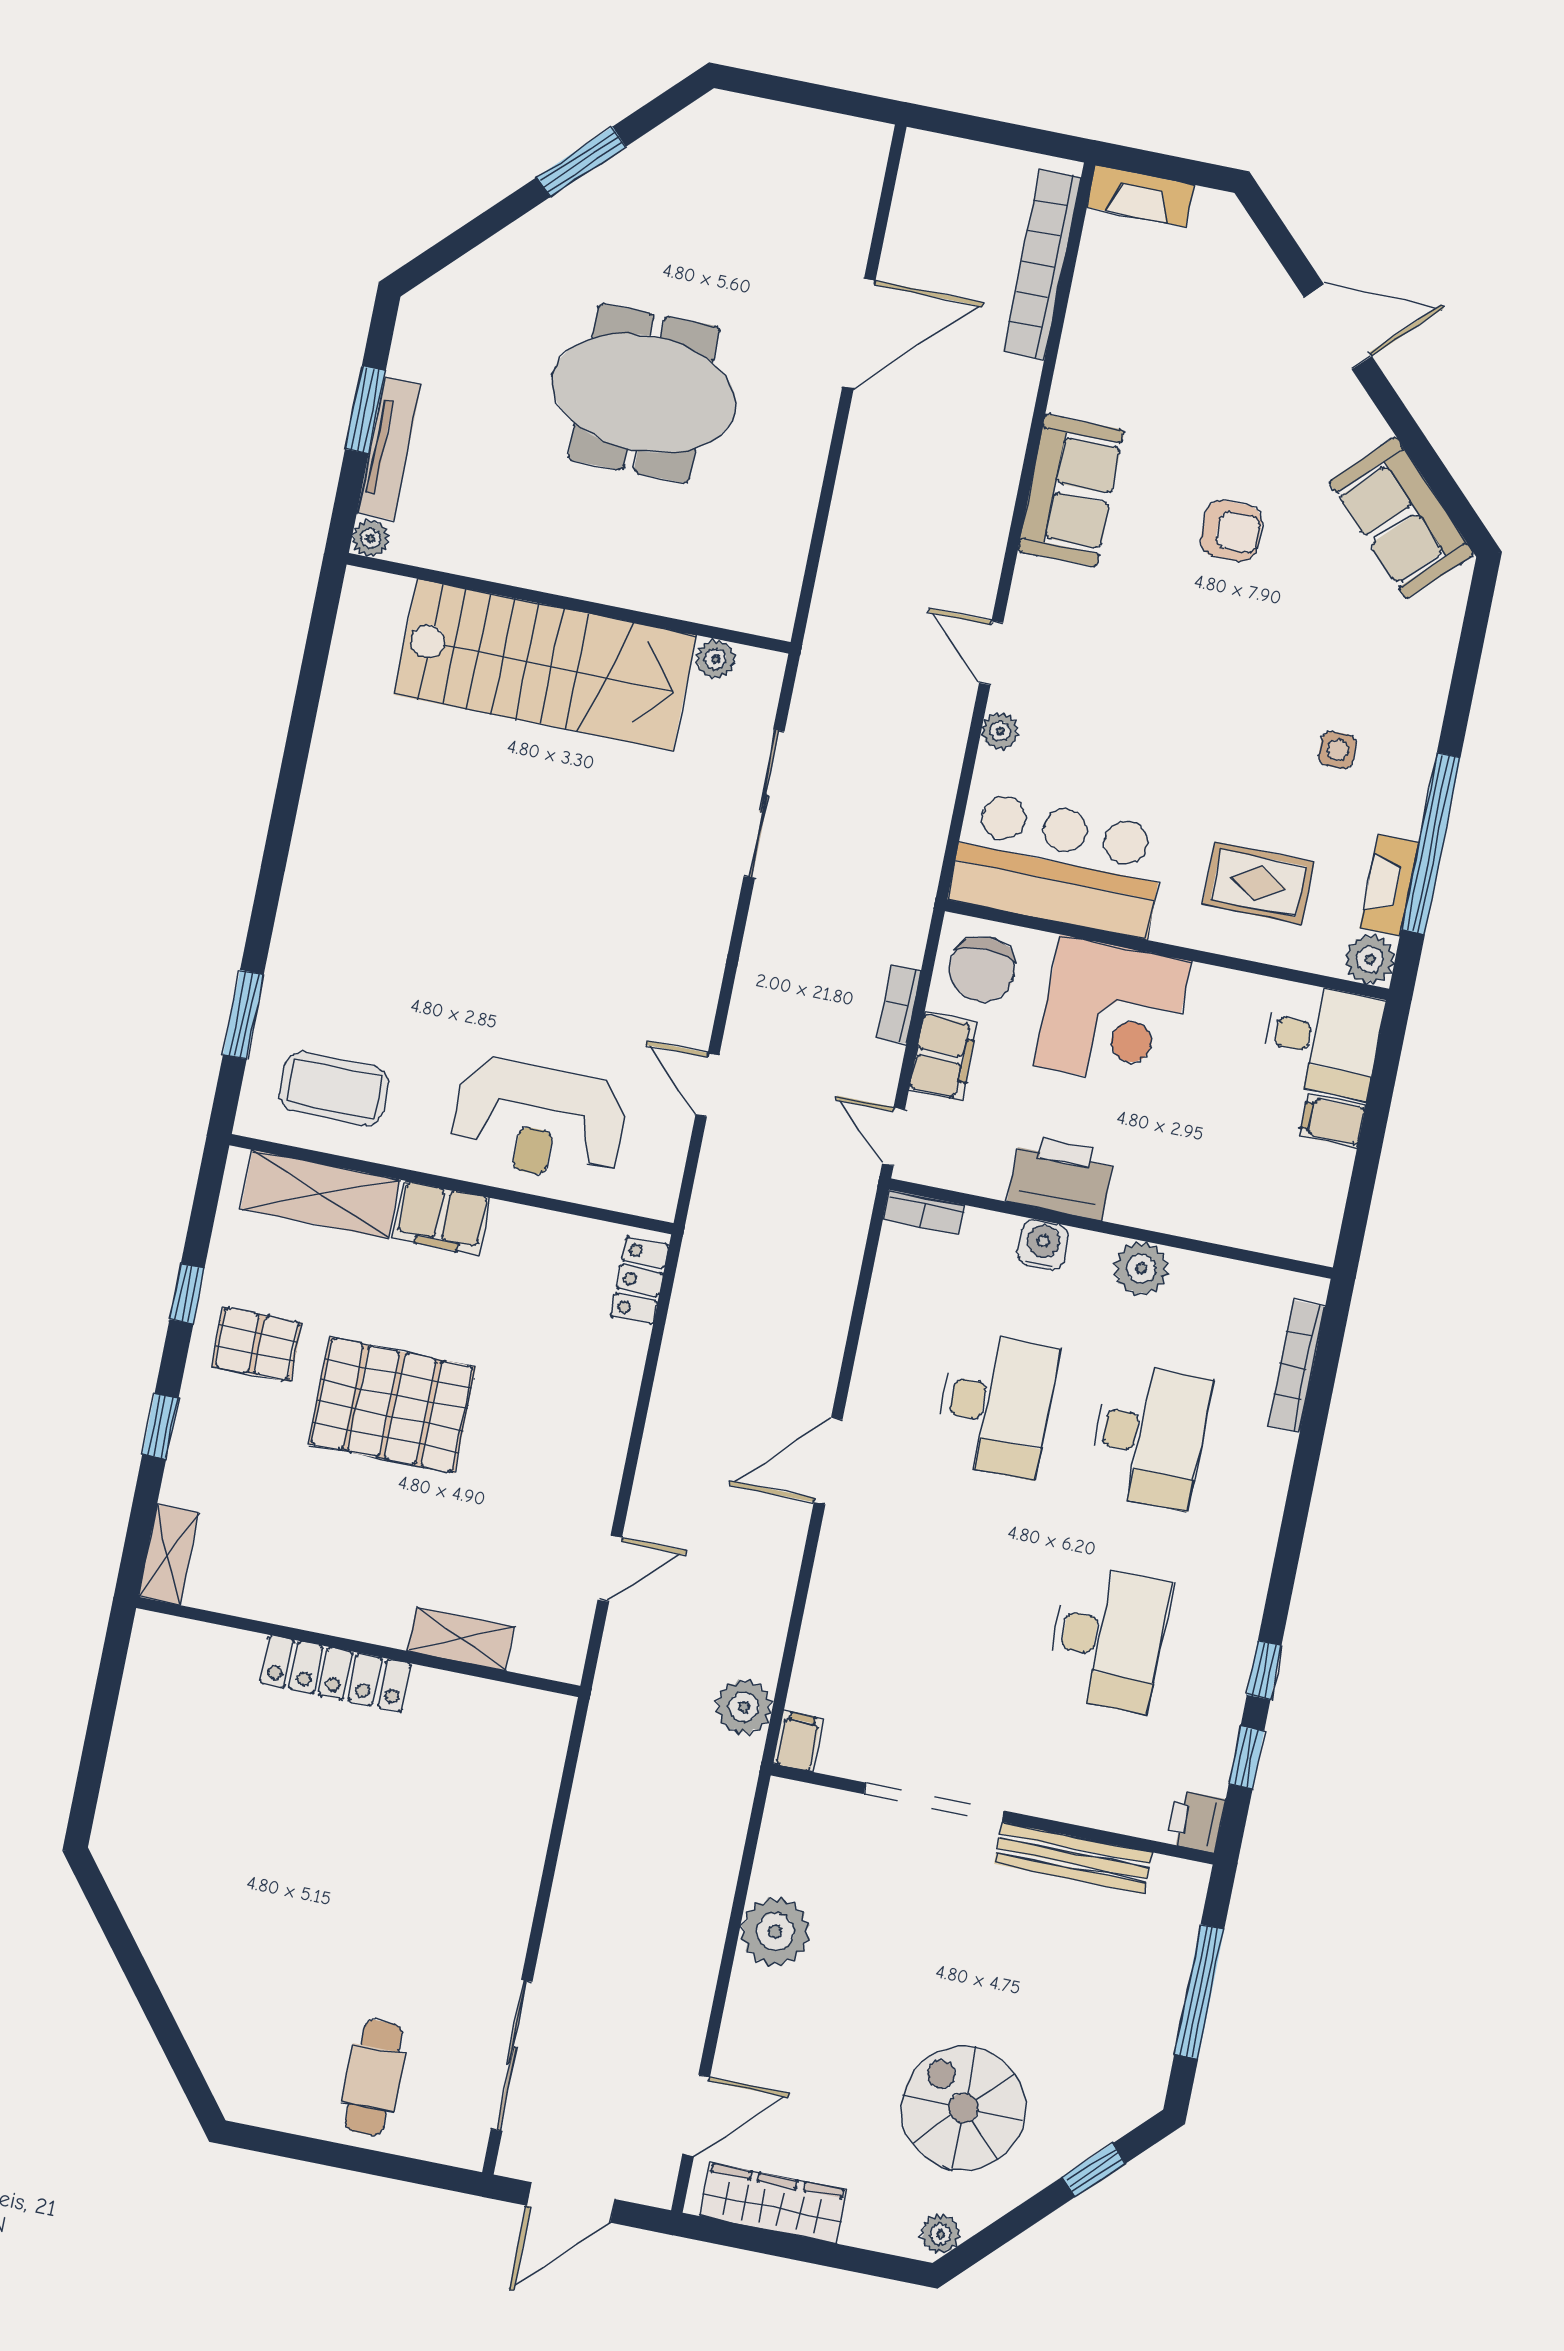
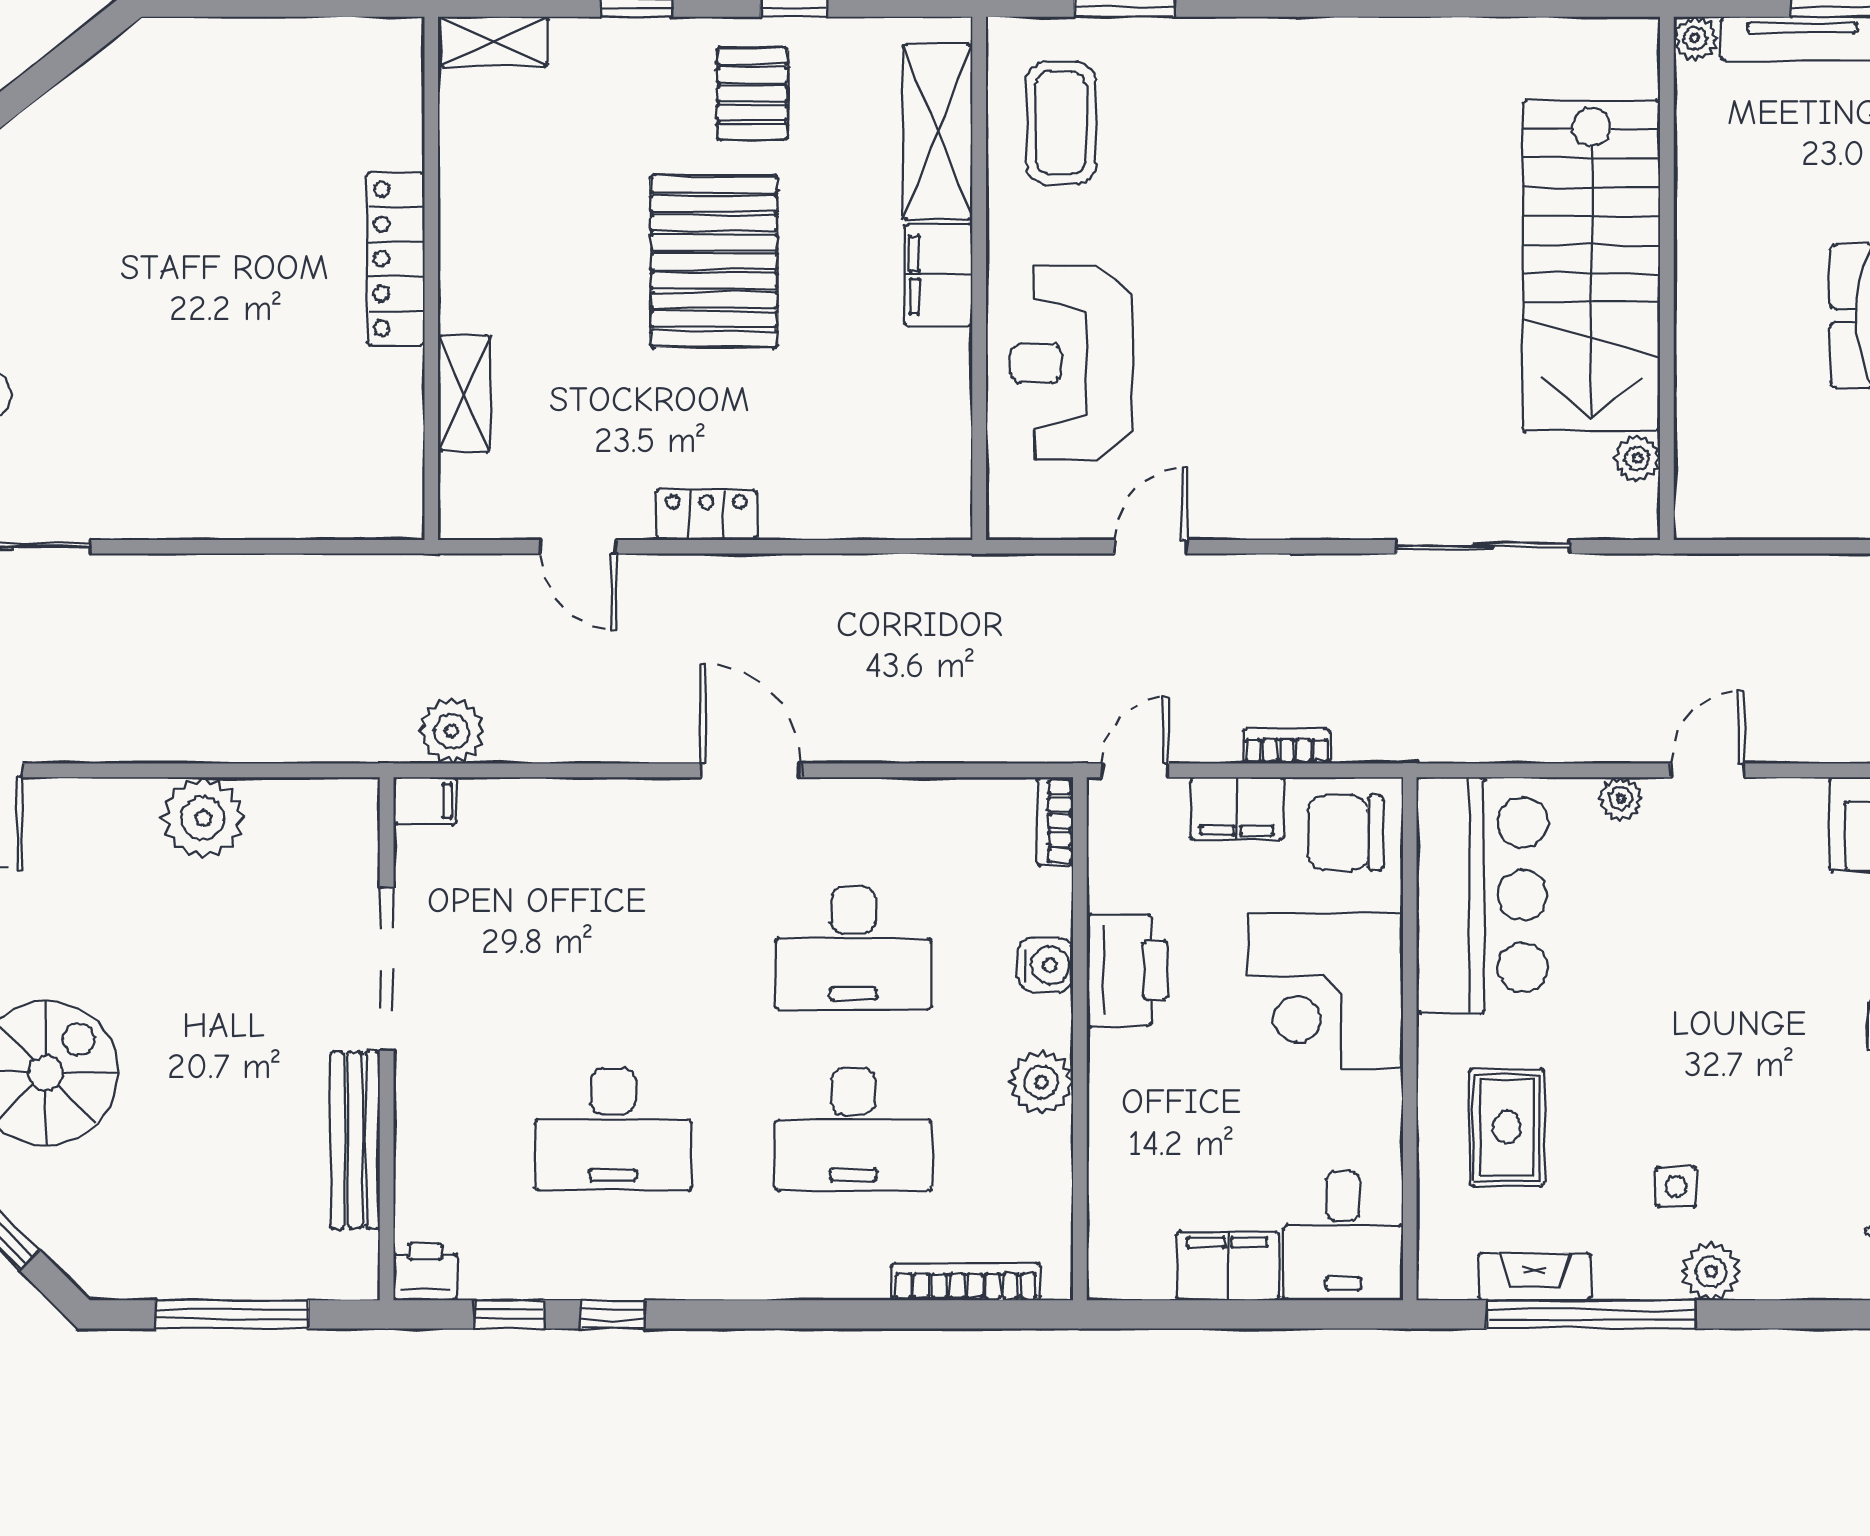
plant: (1370, 960) -> (1711, 1272), moved
filing cabinet: (1333, 1121) -> (1228, 1266), width x2.00
locker: (640, 1280) -> (706, 515), moved

